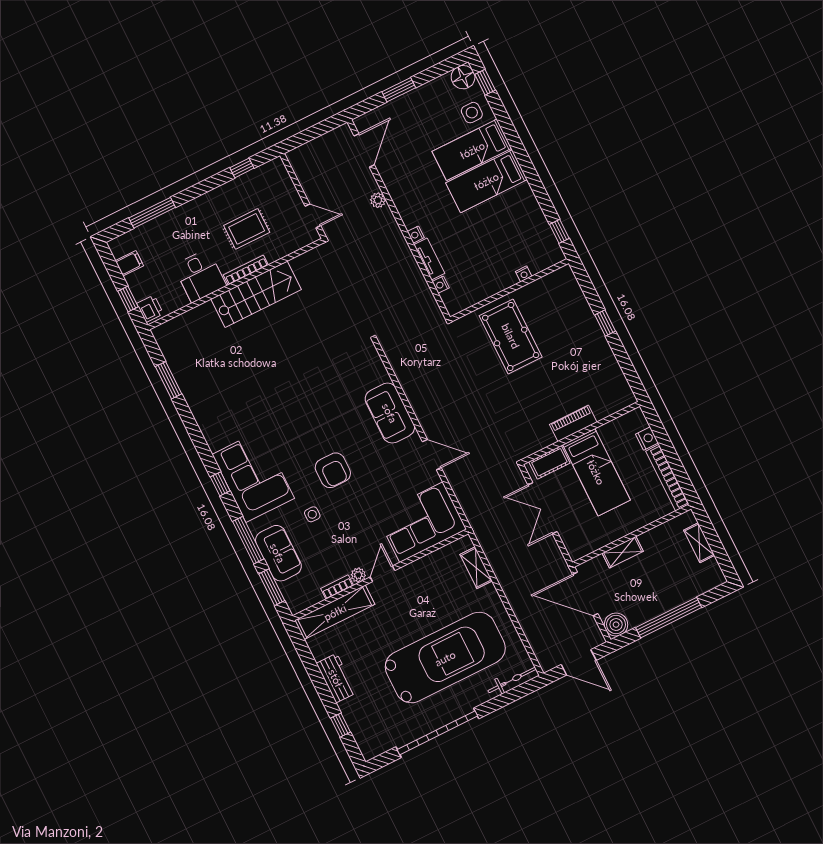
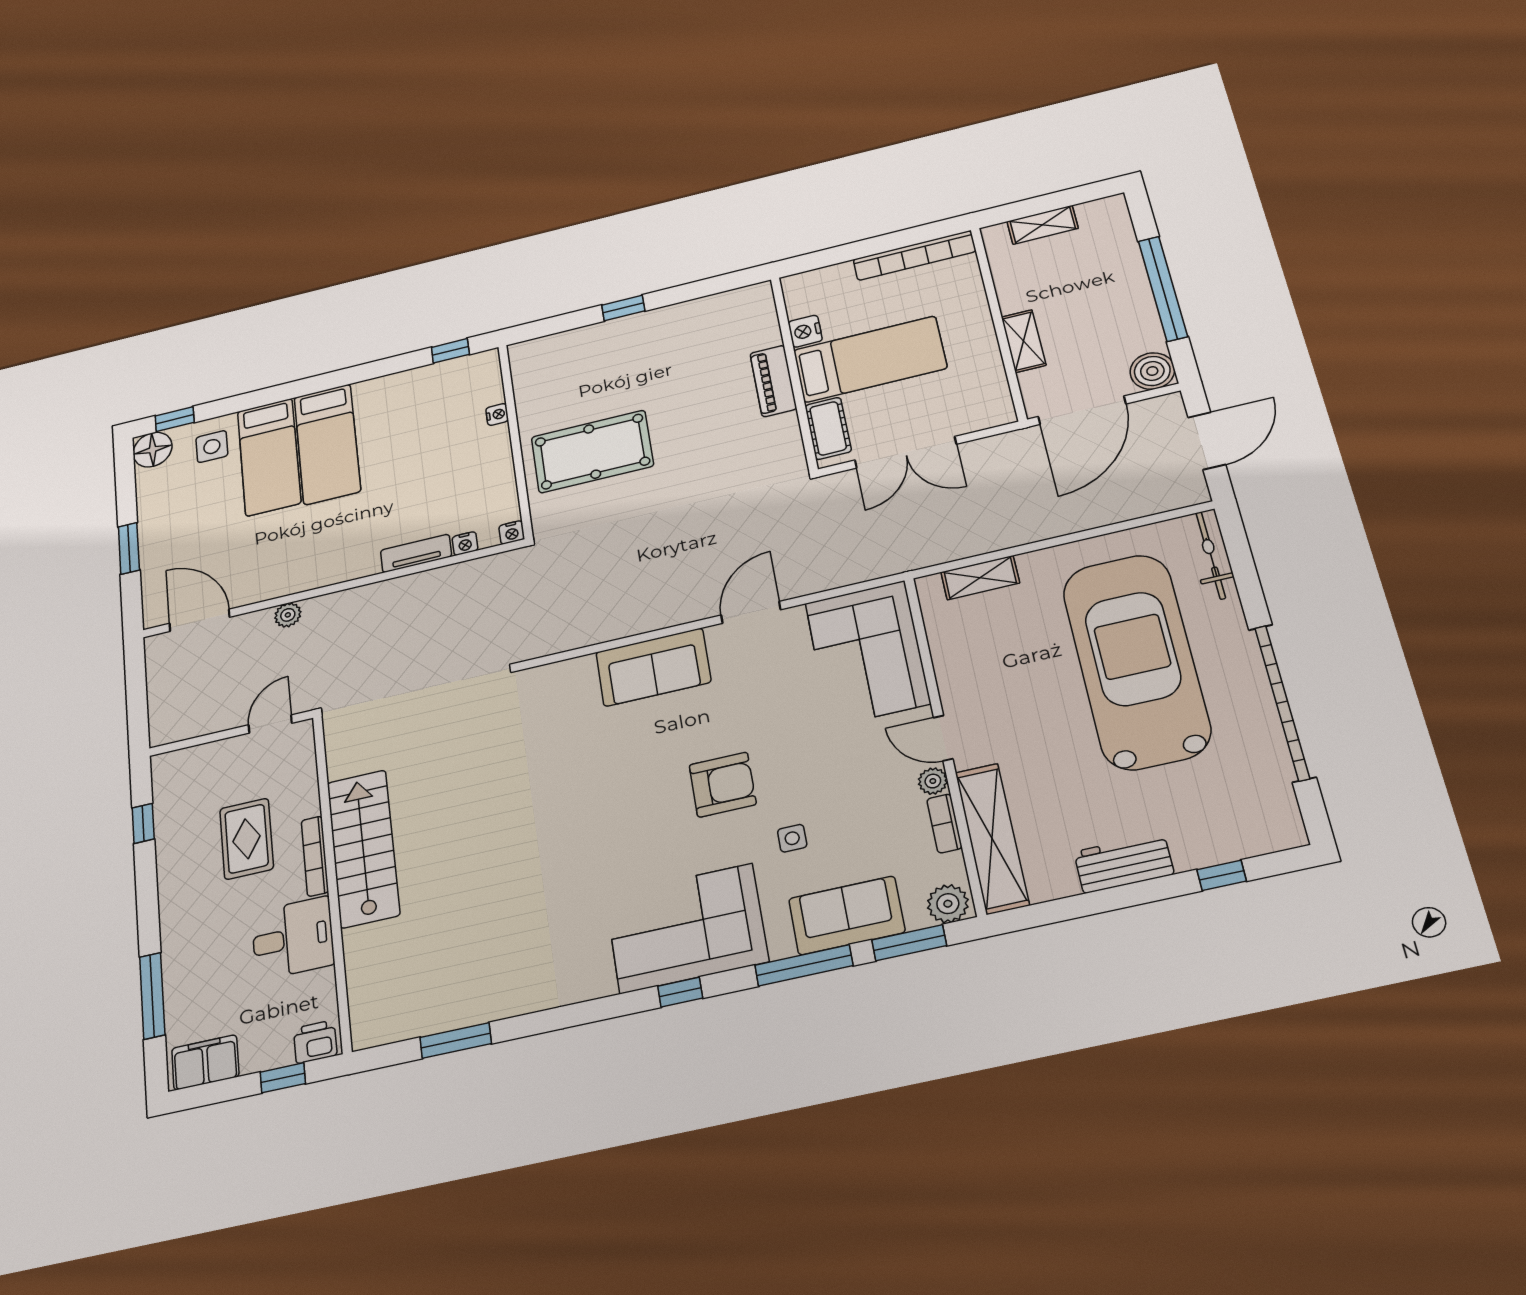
nightstand: (416, 235) -> (512, 532), moved
filing cabinet: (129, 263) -> (205, 1062), width x2.00
nightstand: (647, 438) -> (805, 331), moved, turned -90
plant: (296, 600) -> (948, 904), added

